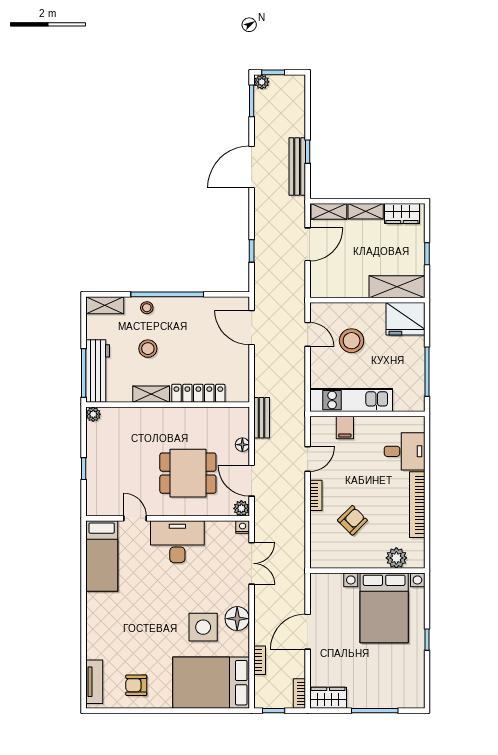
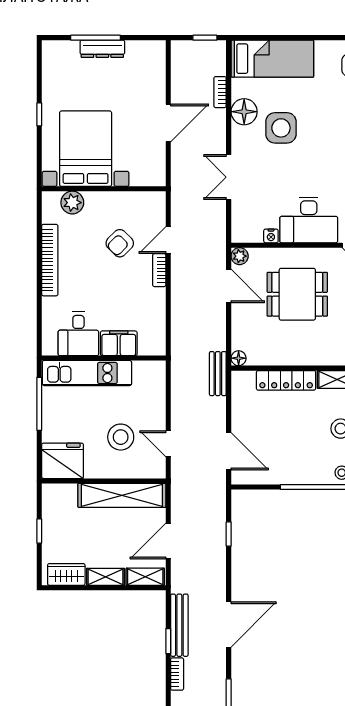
shelving: (397, 287) -> (122, 495), moved, width x1.47
kitchen unit: (351, 400) -> (87, 373), moved
bench: (262, 418) -> (218, 374), moved
filing cabinet: (345, 428) -> (119, 343), width x2.00
floor lamp: (242, 445) -> (239, 358), moved
desk: (405, 451) -> (78, 334), moved, turned -90
door: (308, 459) -> (168, 240), moved
nightstand: (243, 527) -> (271, 236), moved
double door: (252, 563) -> (229, 177), moved
floor lamp: (237, 619) -> (244, 112), moved
bed: (211, 683) -> (272, 59), width x0.67
bookcase: (299, 694) -> (177, 674), moved
wardrobe: (328, 698) -> (146, 52), removed
dresser: (369, 700) -> (102, 49), added

